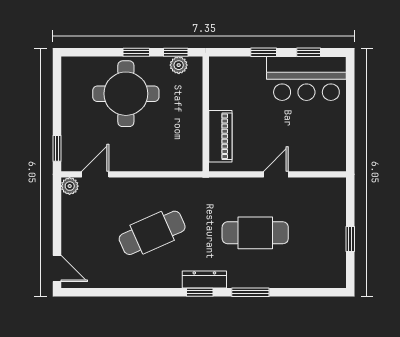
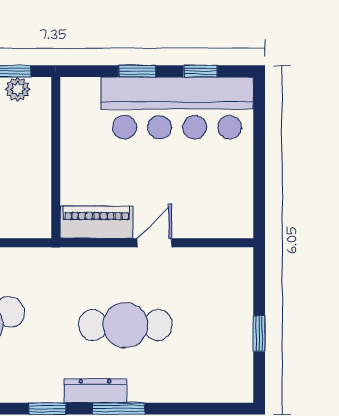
bar counter: (306, 78) -> (177, 108), width x1.36
piano: (220, 136) -> (96, 222), moved, turned -90
dresser: (204, 280) -> (95, 391), moved

